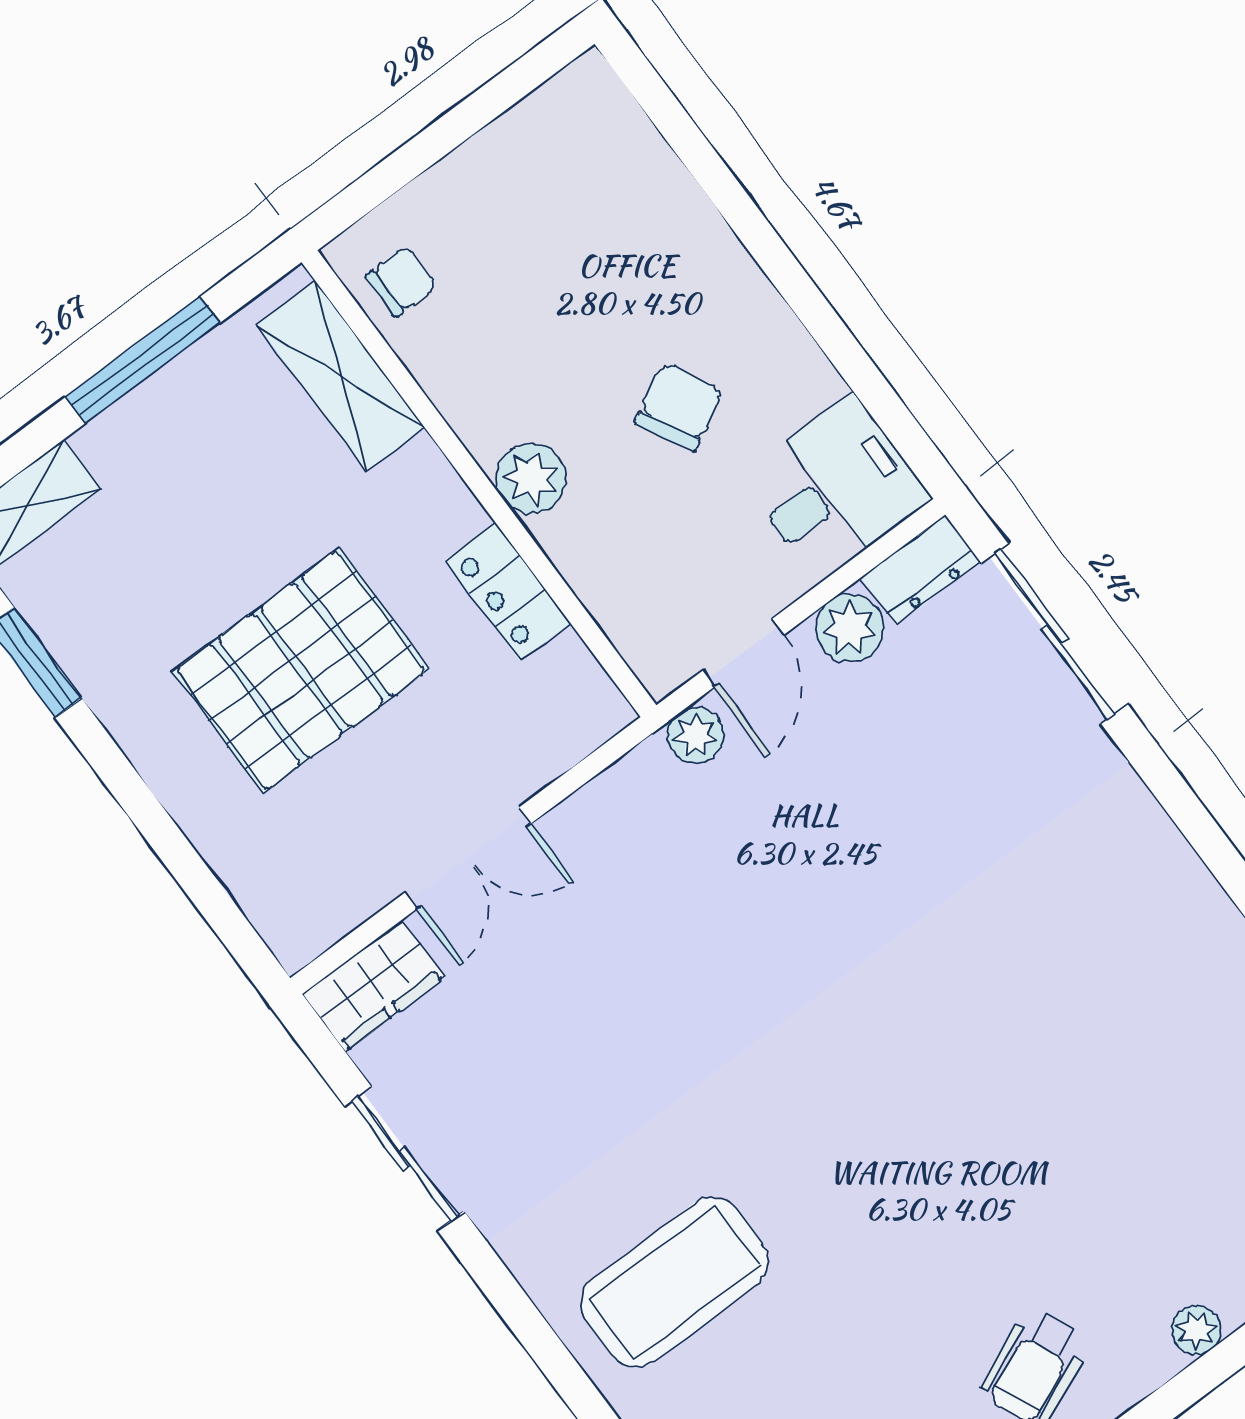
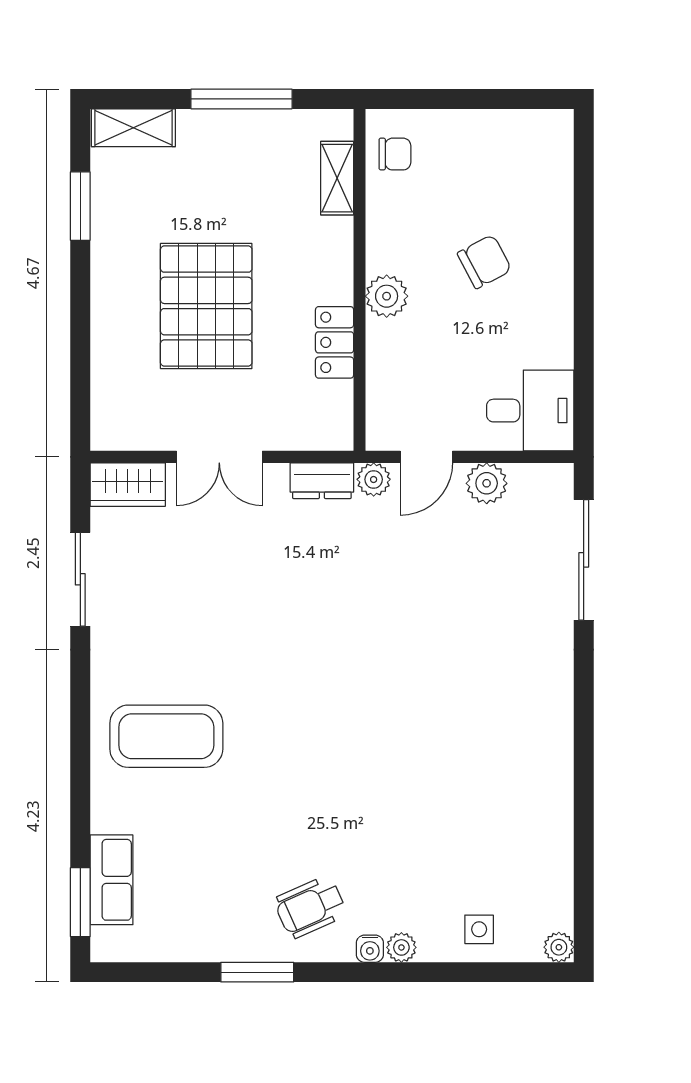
shelving: (341, 376) -> (337, 178), width x0.67, depth x0.75
chair: (679, 407) -> (484, 262), moved
dresser: (921, 570) -> (322, 481), moved
pallet: (301, 670) -> (206, 306), turned 90
water cooler: (1156, 1363) -> (370, 949), added

